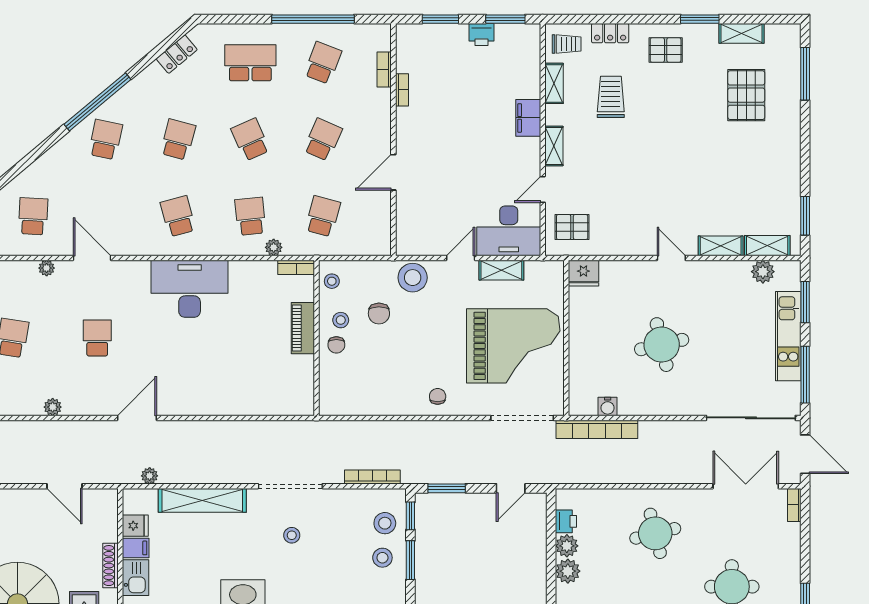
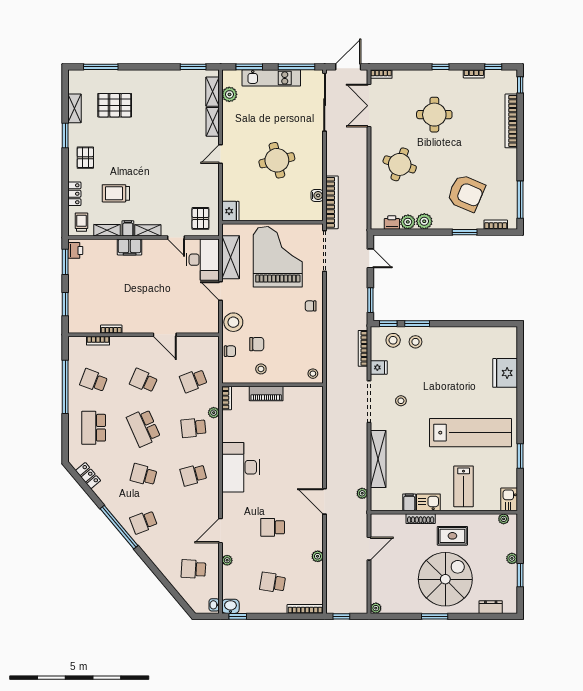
printer: (481, 35) -> (75, 250), moved
filing cabinet: (557, 115) -> (128, 228), added
school desk: (105, 140) -> (144, 522), turned -33
school desk: (250, 140) -> (144, 428), width x1.85
school desk: (323, 216) -> (193, 381), turned -36
shelving: (501, 270) -> (231, 257), width x1.50, depth x1.33
stool: (332, 281) -> (313, 374), moved
chair: (336, 345) -> (230, 351), moved
fridge: (135, 526) -> (379, 367), moved, turned 90
round table: (655, 533) -> (400, 164), turned 33

